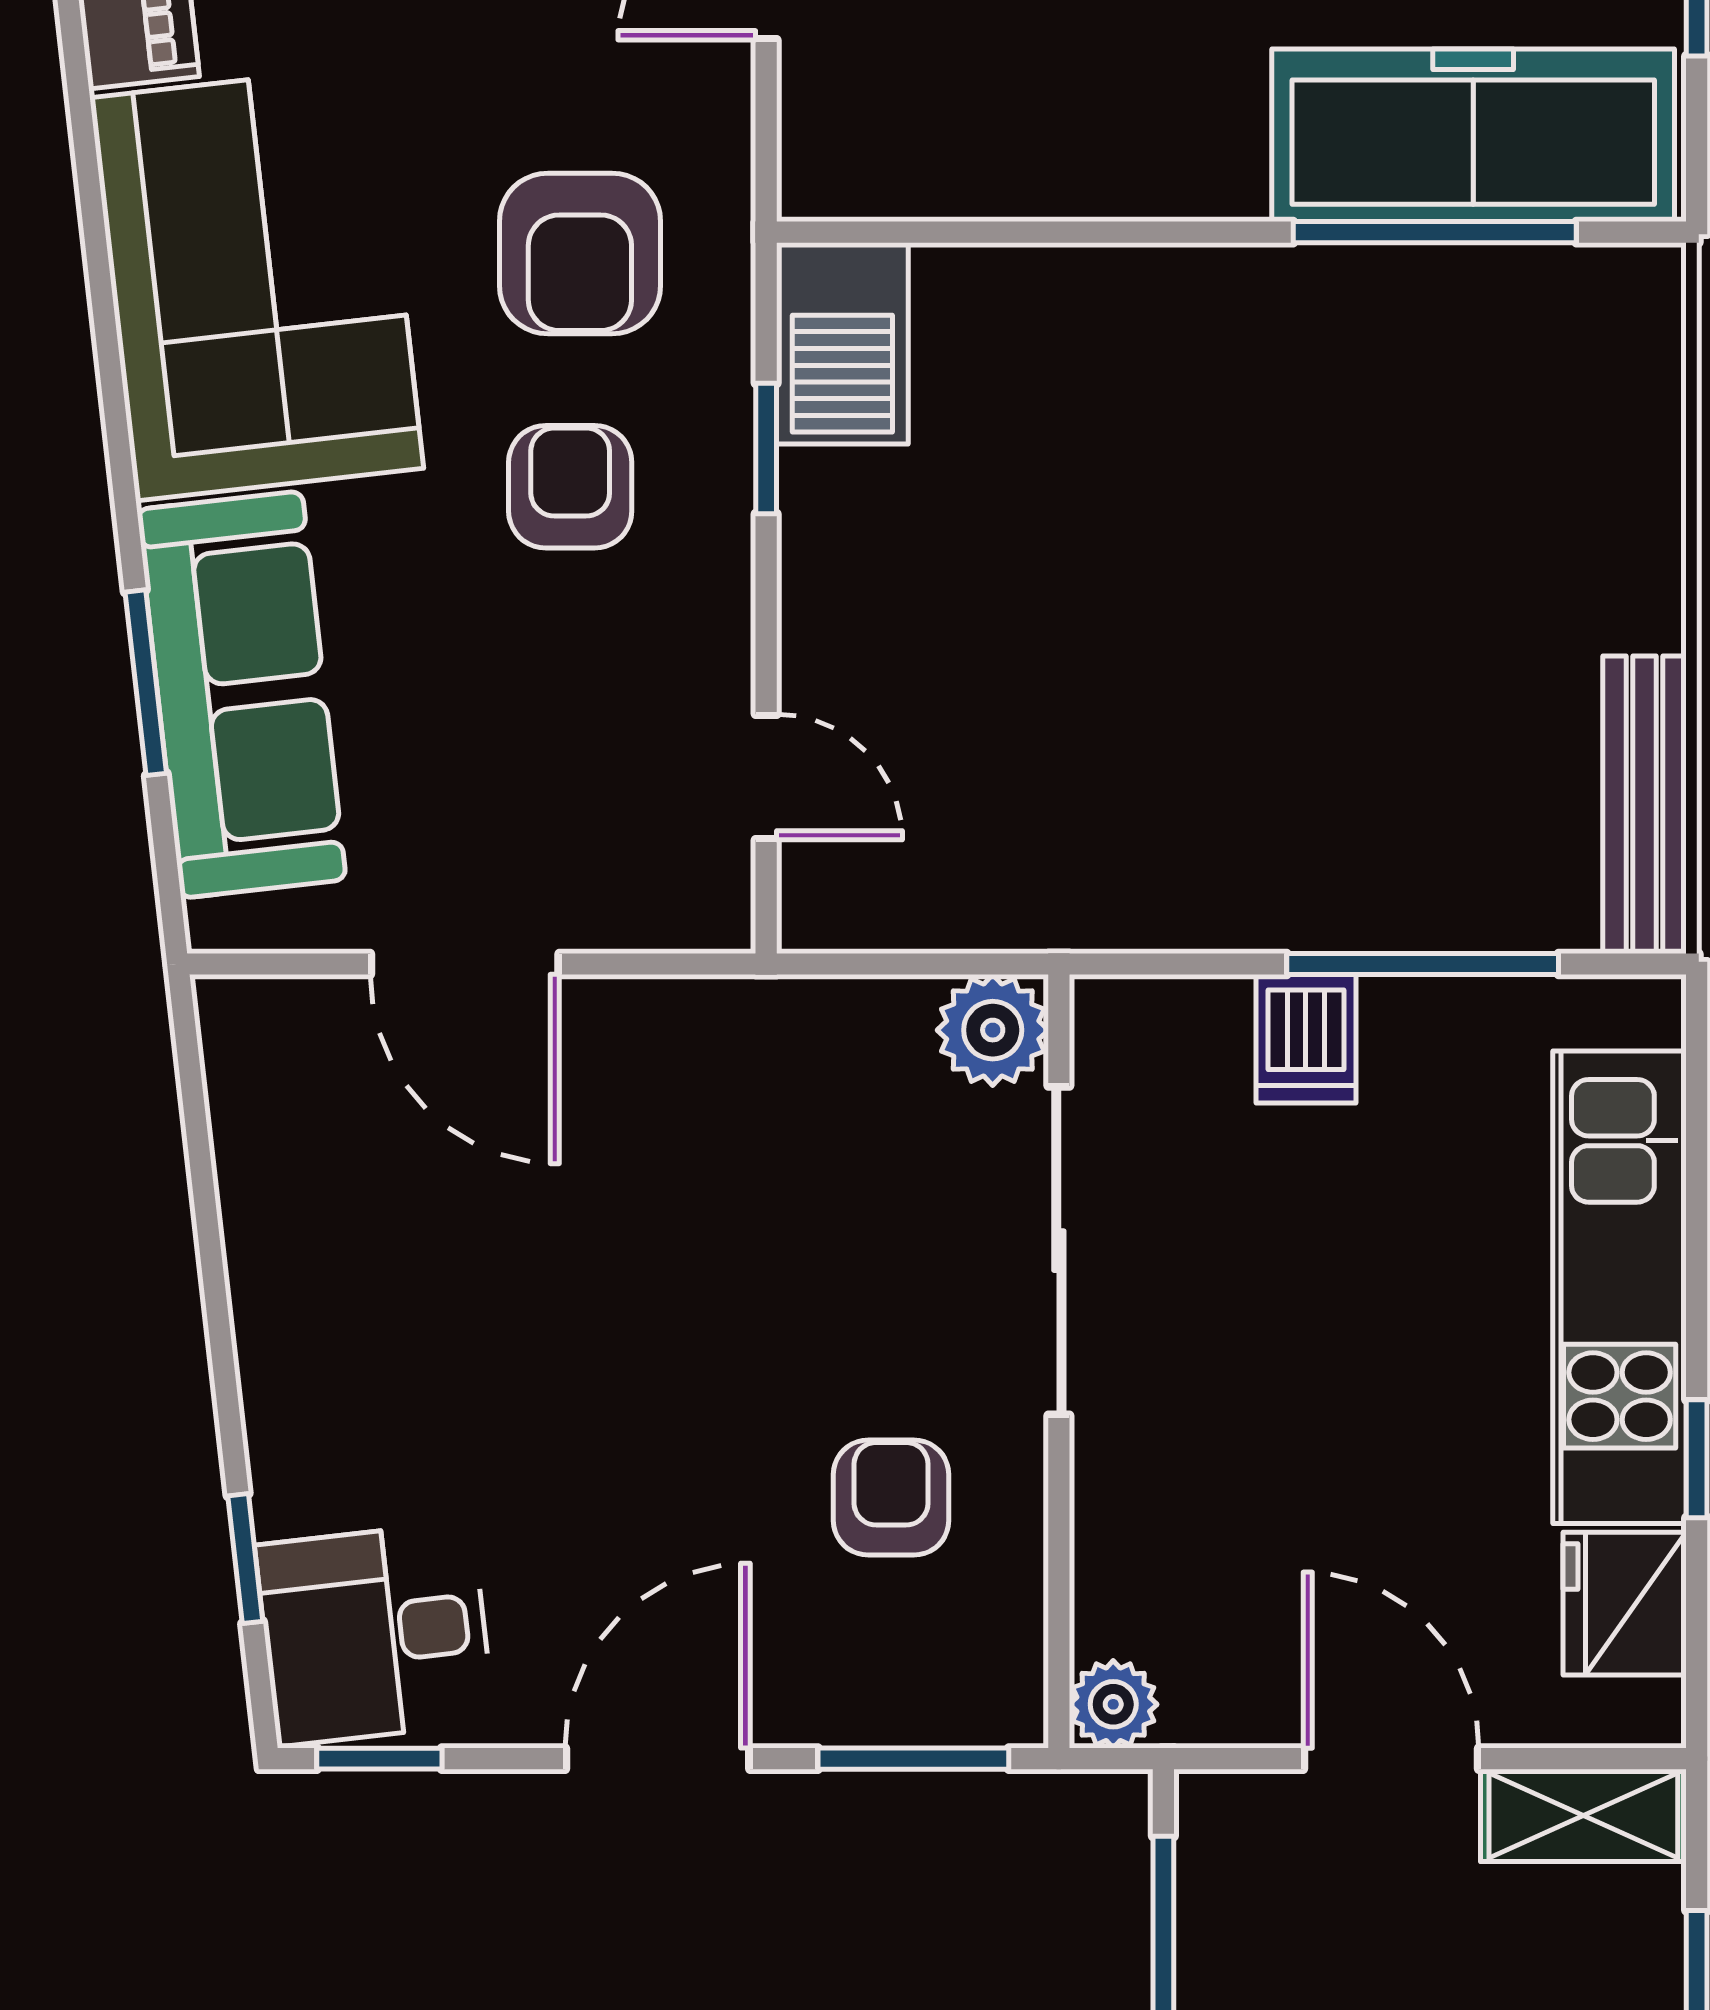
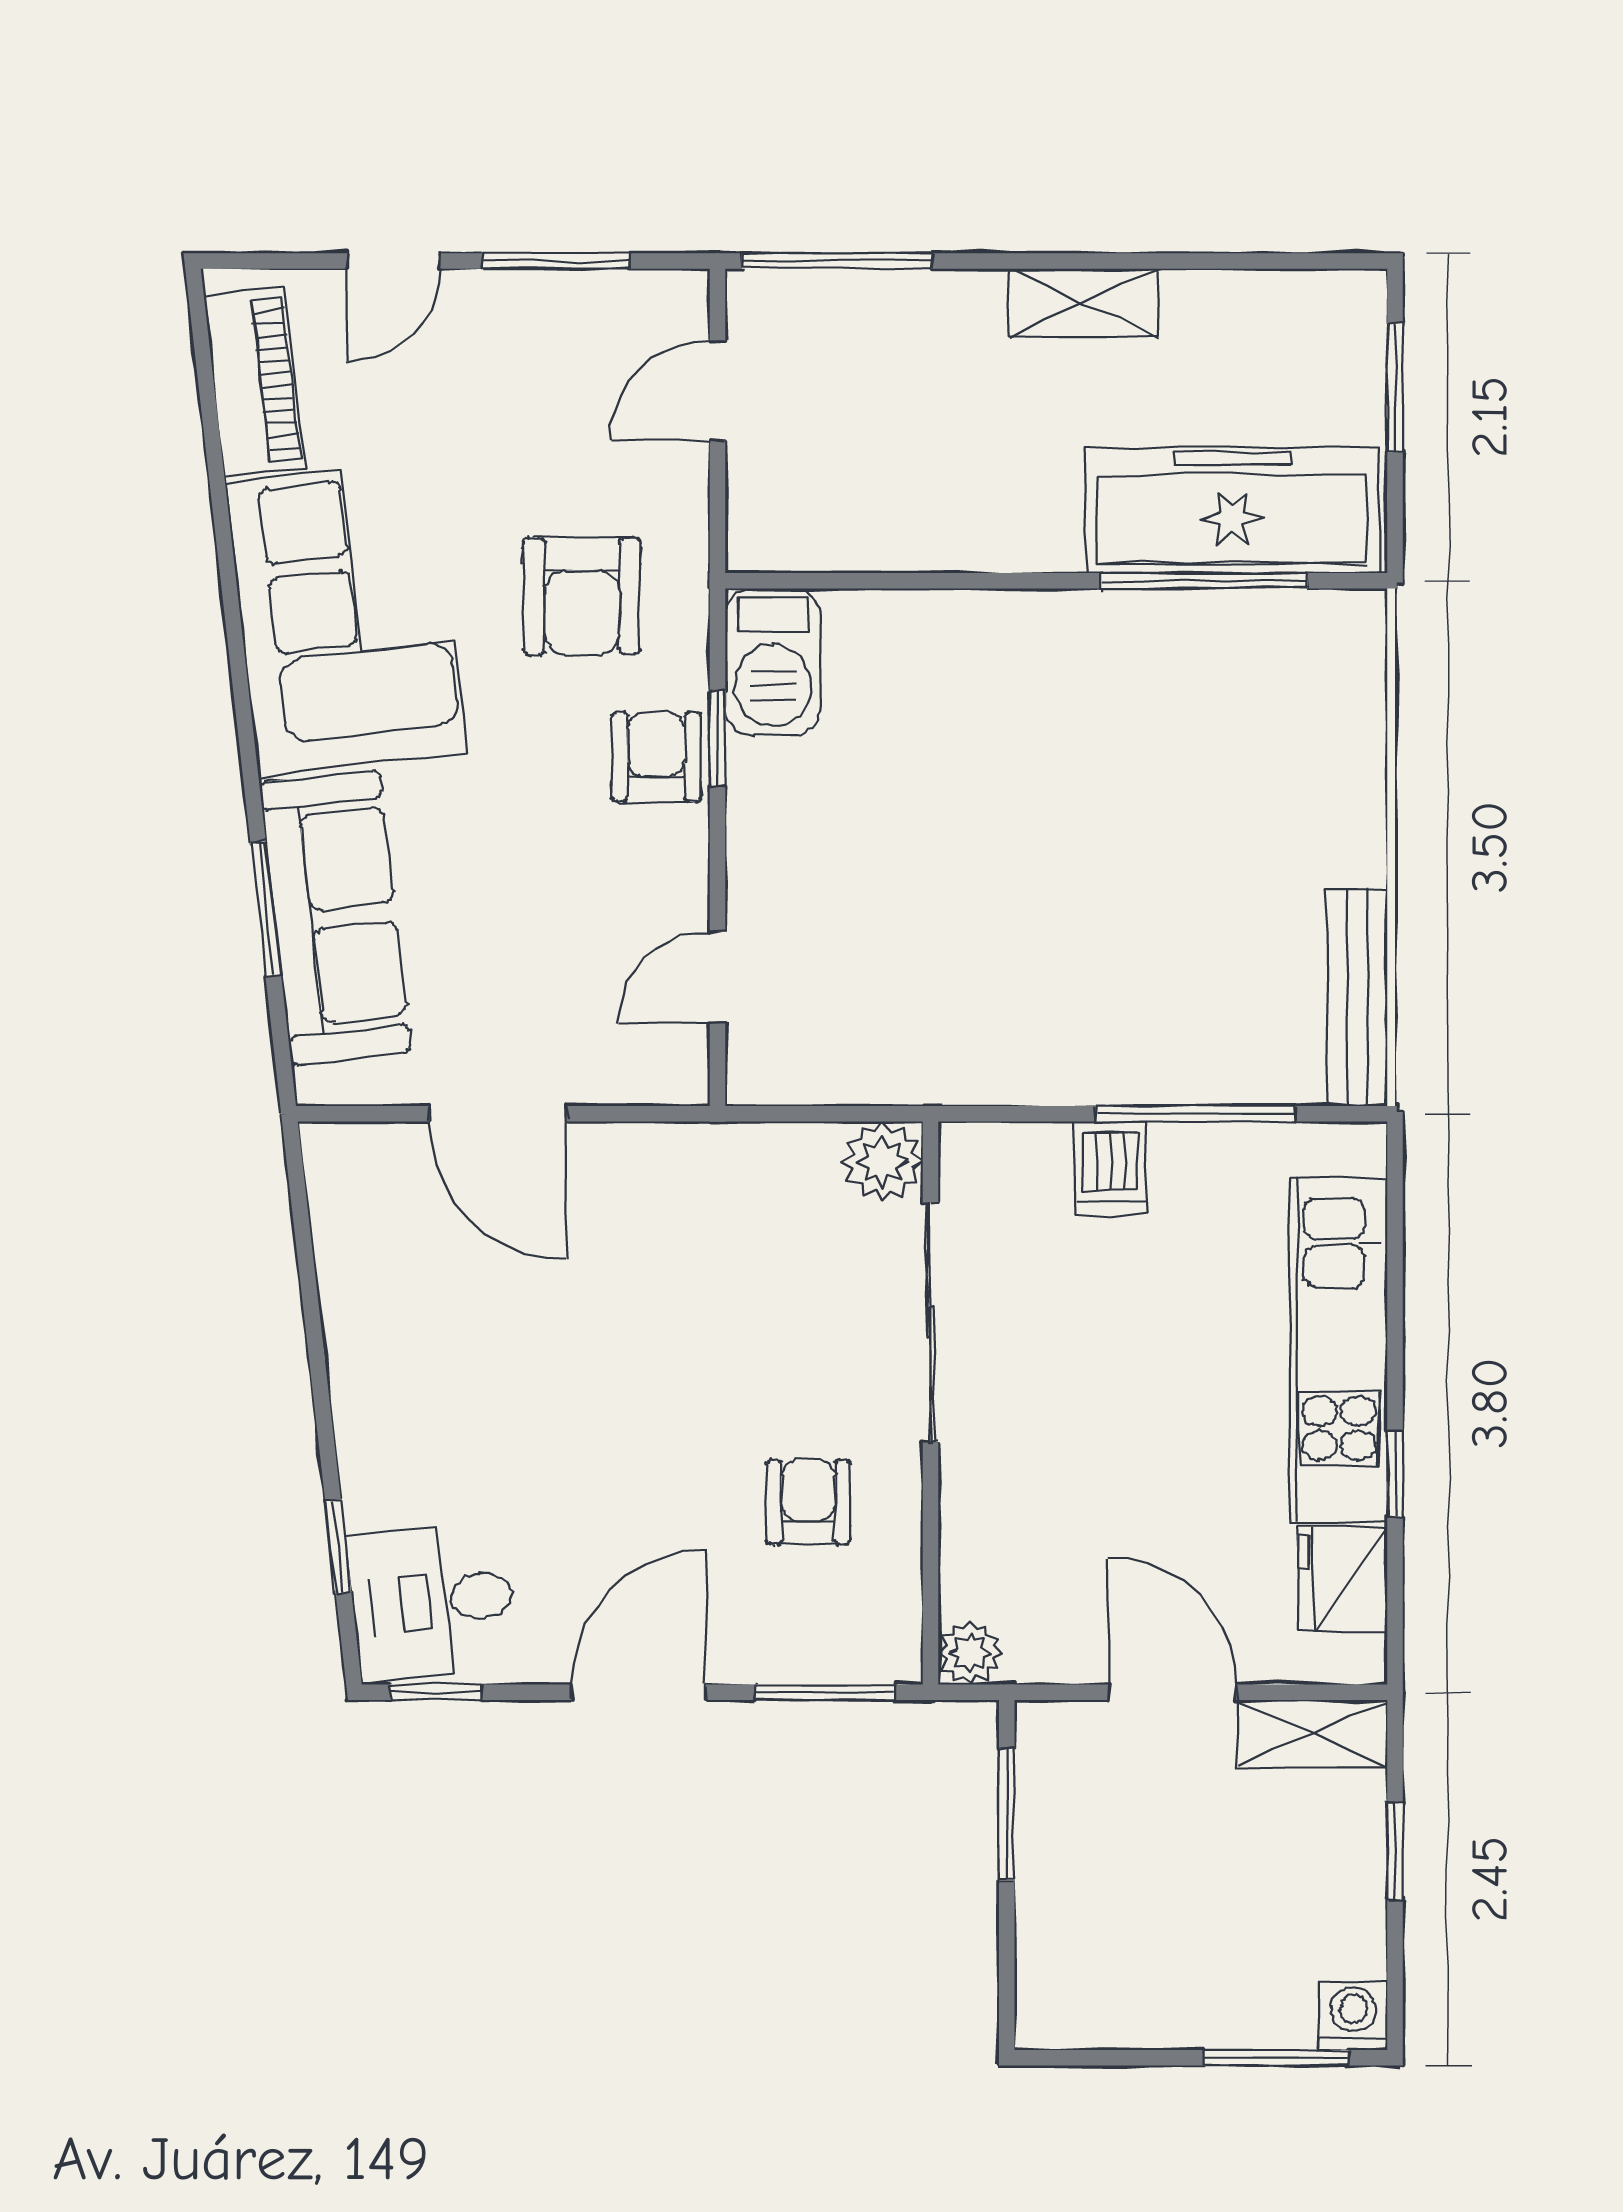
armchair: (570, 487) -> (656, 757), moved
door: (766, 777) -> (717, 978), swing flipped

